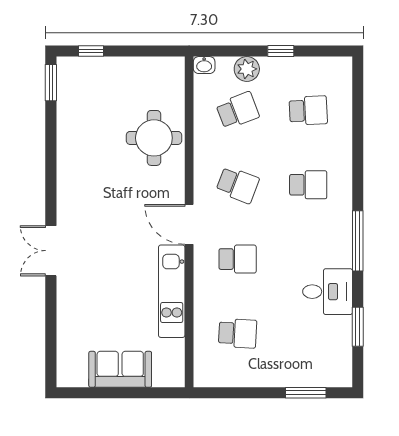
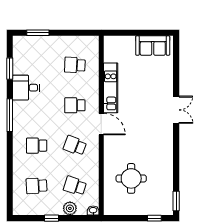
school desk: (238, 110) -> (75, 186), turned 39
round table: (154, 138) -> (131, 178), moved
sofa: (120, 369) -> (153, 46), moved

